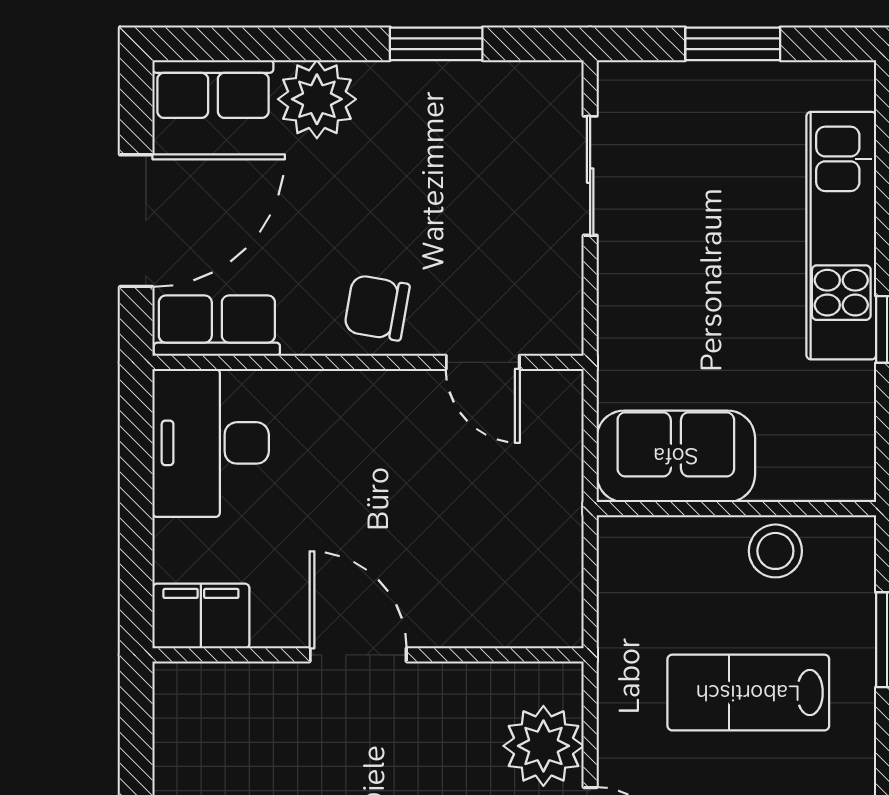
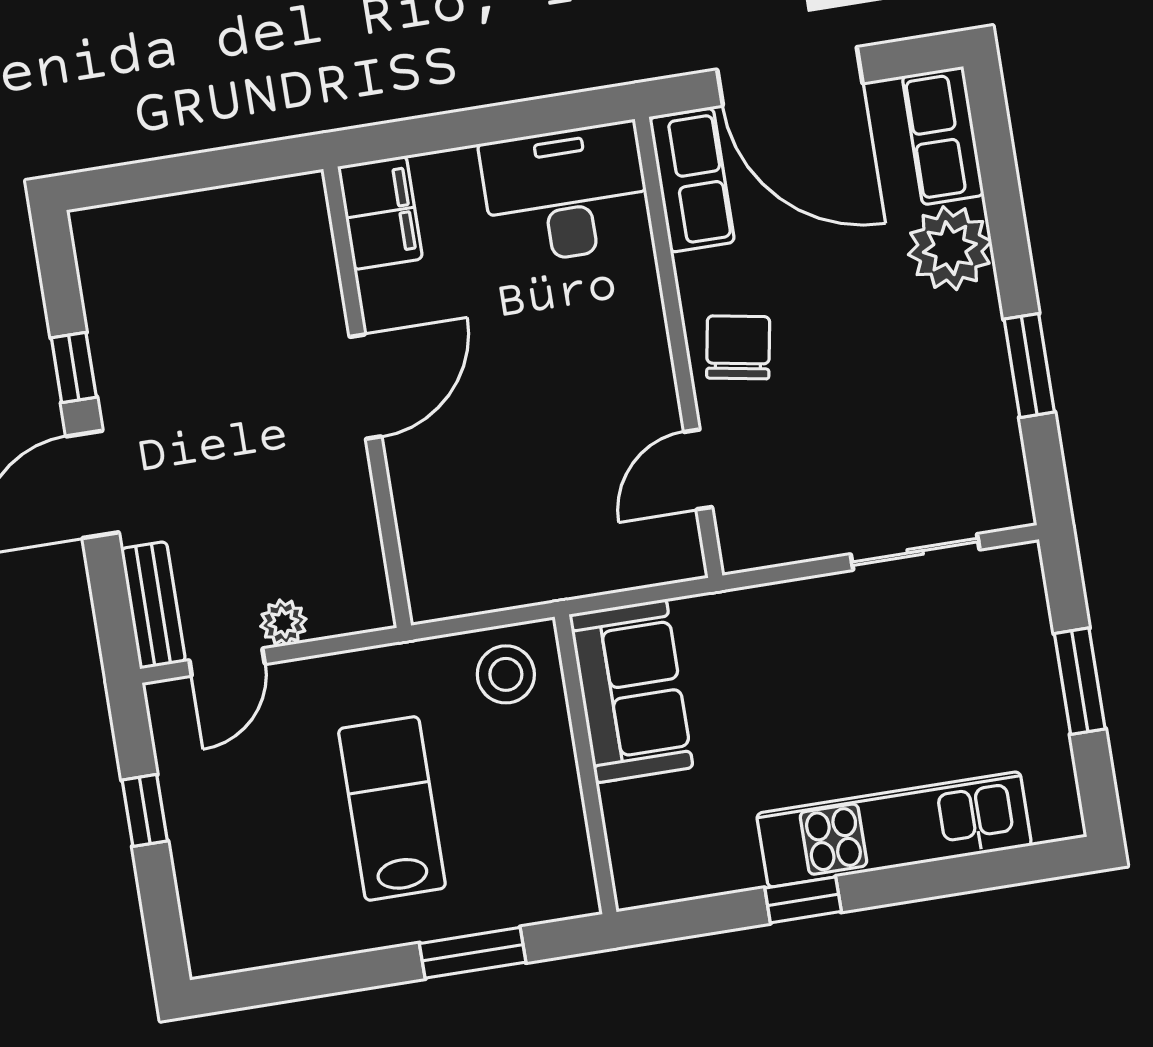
stool: (775, 551) -> (506, 674), moved
plant: (543, 746) -> (283, 623), width x0.53, depth x0.53

